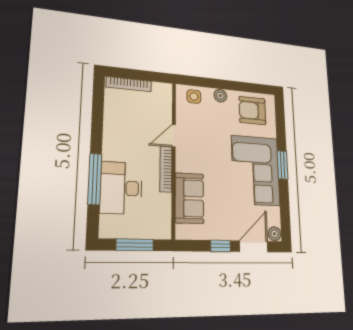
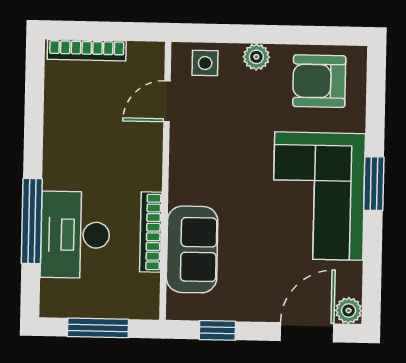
door: (174, 136) -> (167, 101), moved
bookcase: (166, 169) -> (151, 232), moved
window: (221, 246) -> (217, 330), moved

